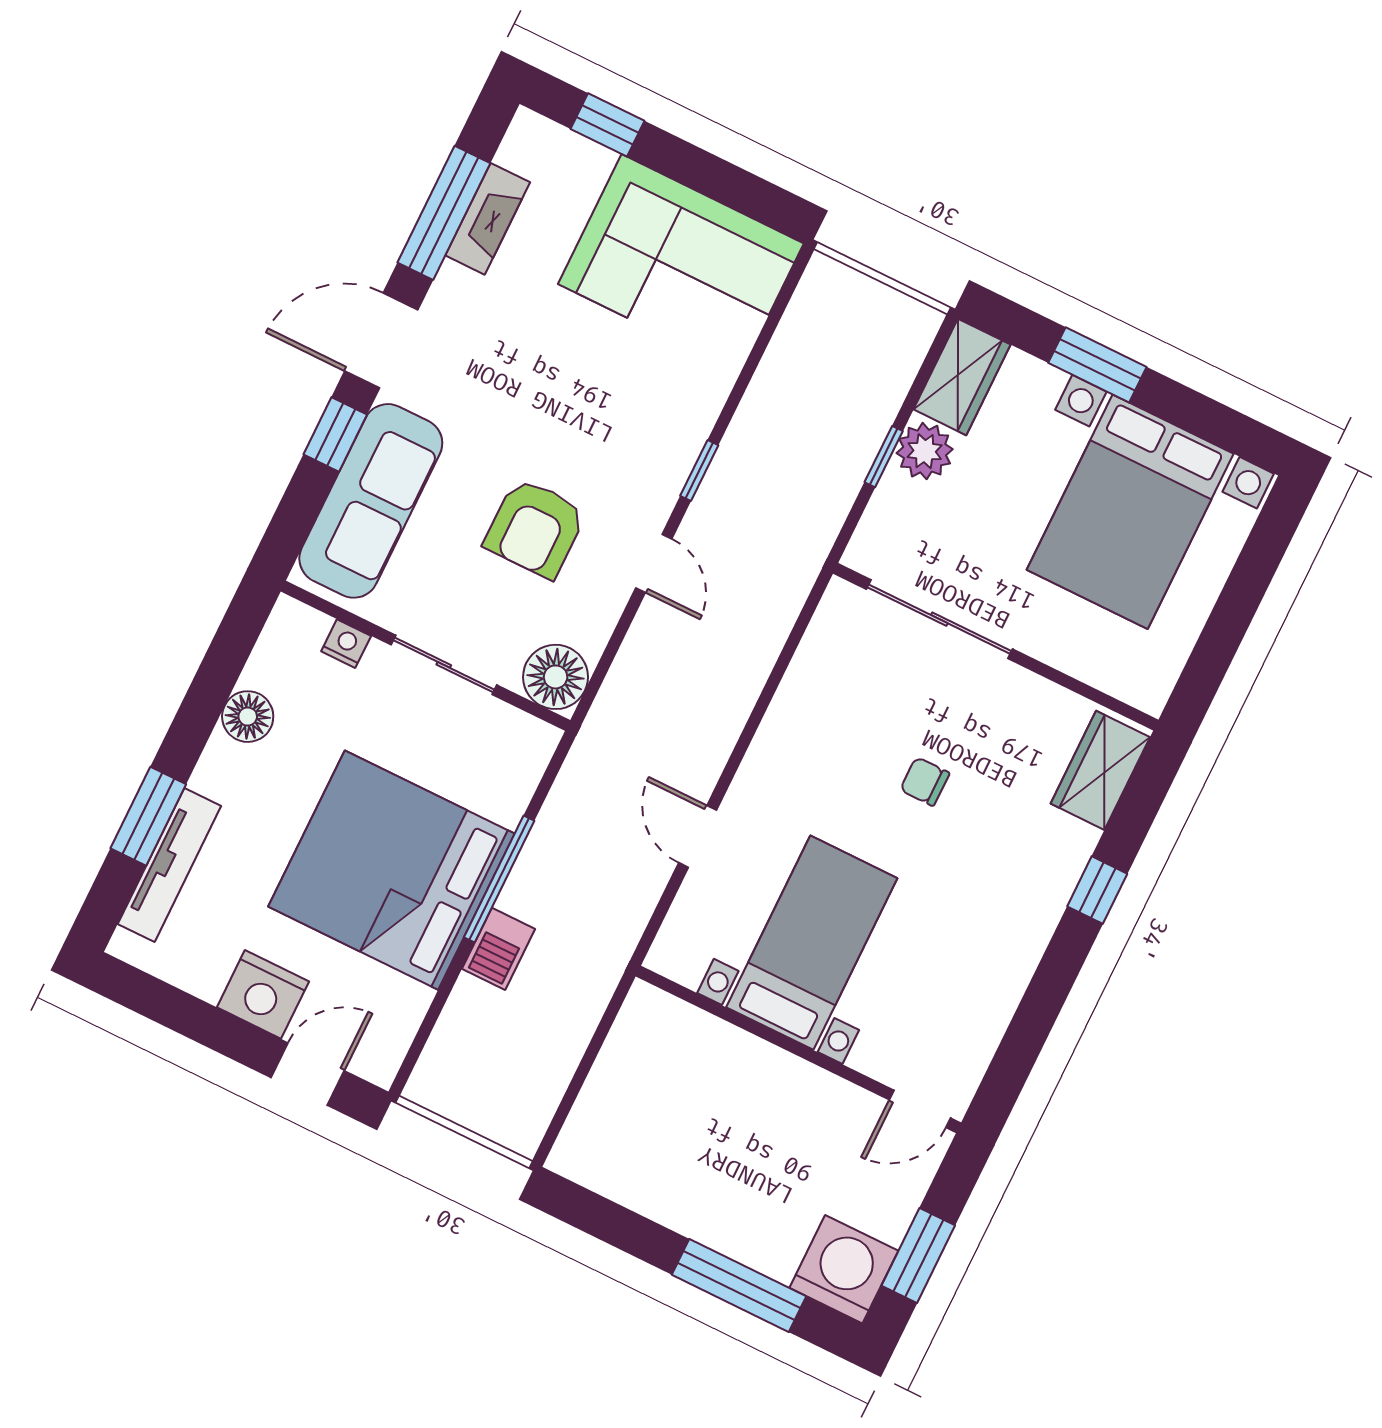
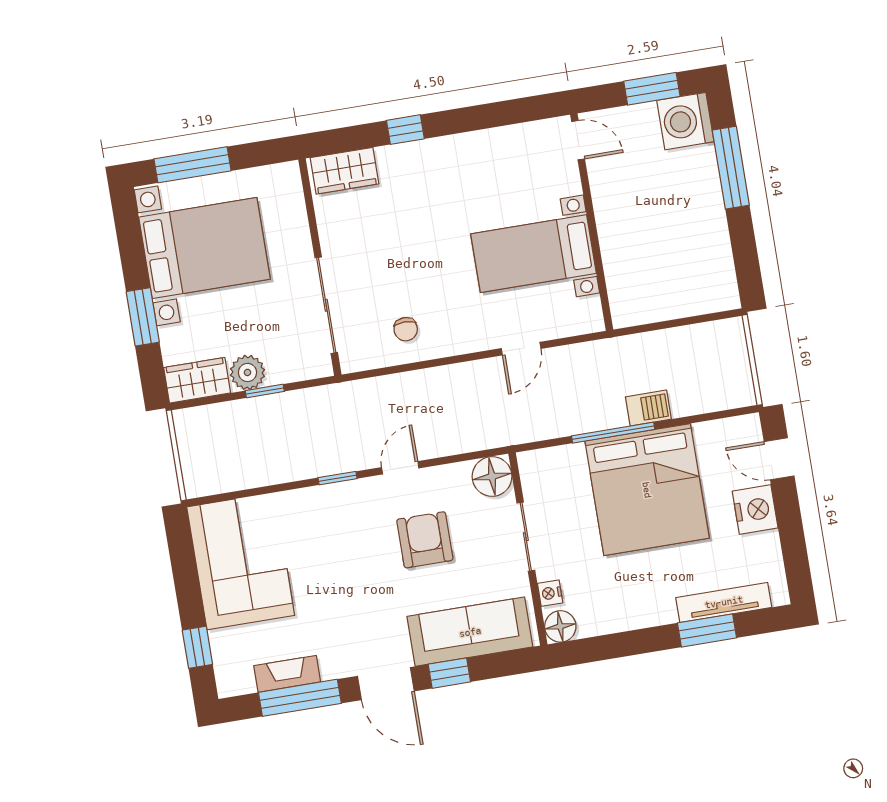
armchair: (535, 528) -> (425, 540), turned -90
window: (1252, 574) -> (192, 165), added
floor lamp: (248, 717) -> (560, 626), moved
chair: (925, 781) -> (406, 329), moved

